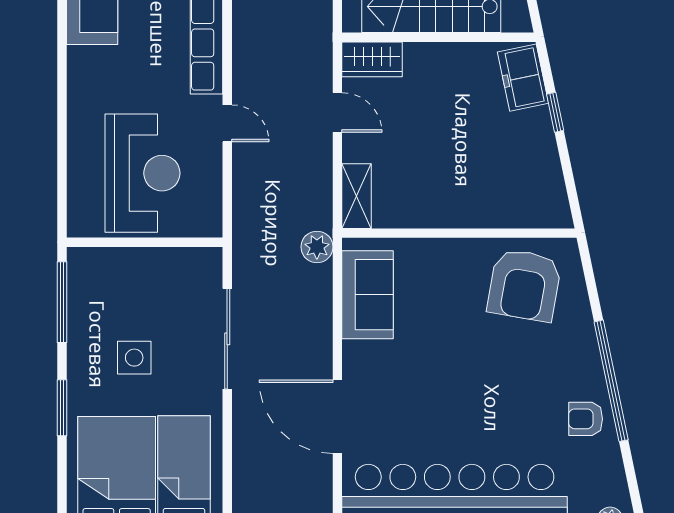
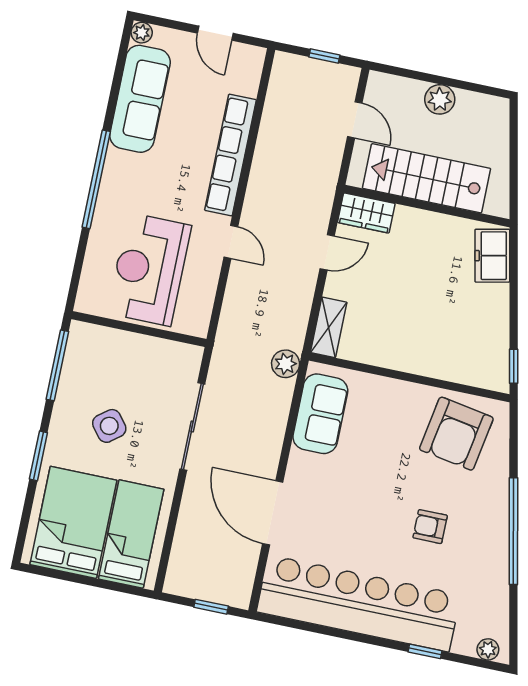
window: (62, 85) -> (96, 179), added
door: (337, 112) -> (327, 252), hinge flipped
window: (555, 112) -> (514, 366), moved
reception desk: (142, 173) -> (149, 269), turned 180
side table: (134, 358) -> (109, 426), turned -38
armchair: (586, 419) -> (430, 527), moved

